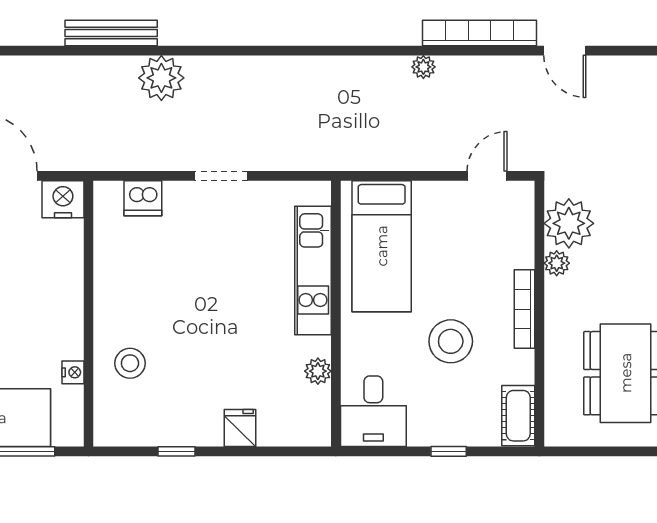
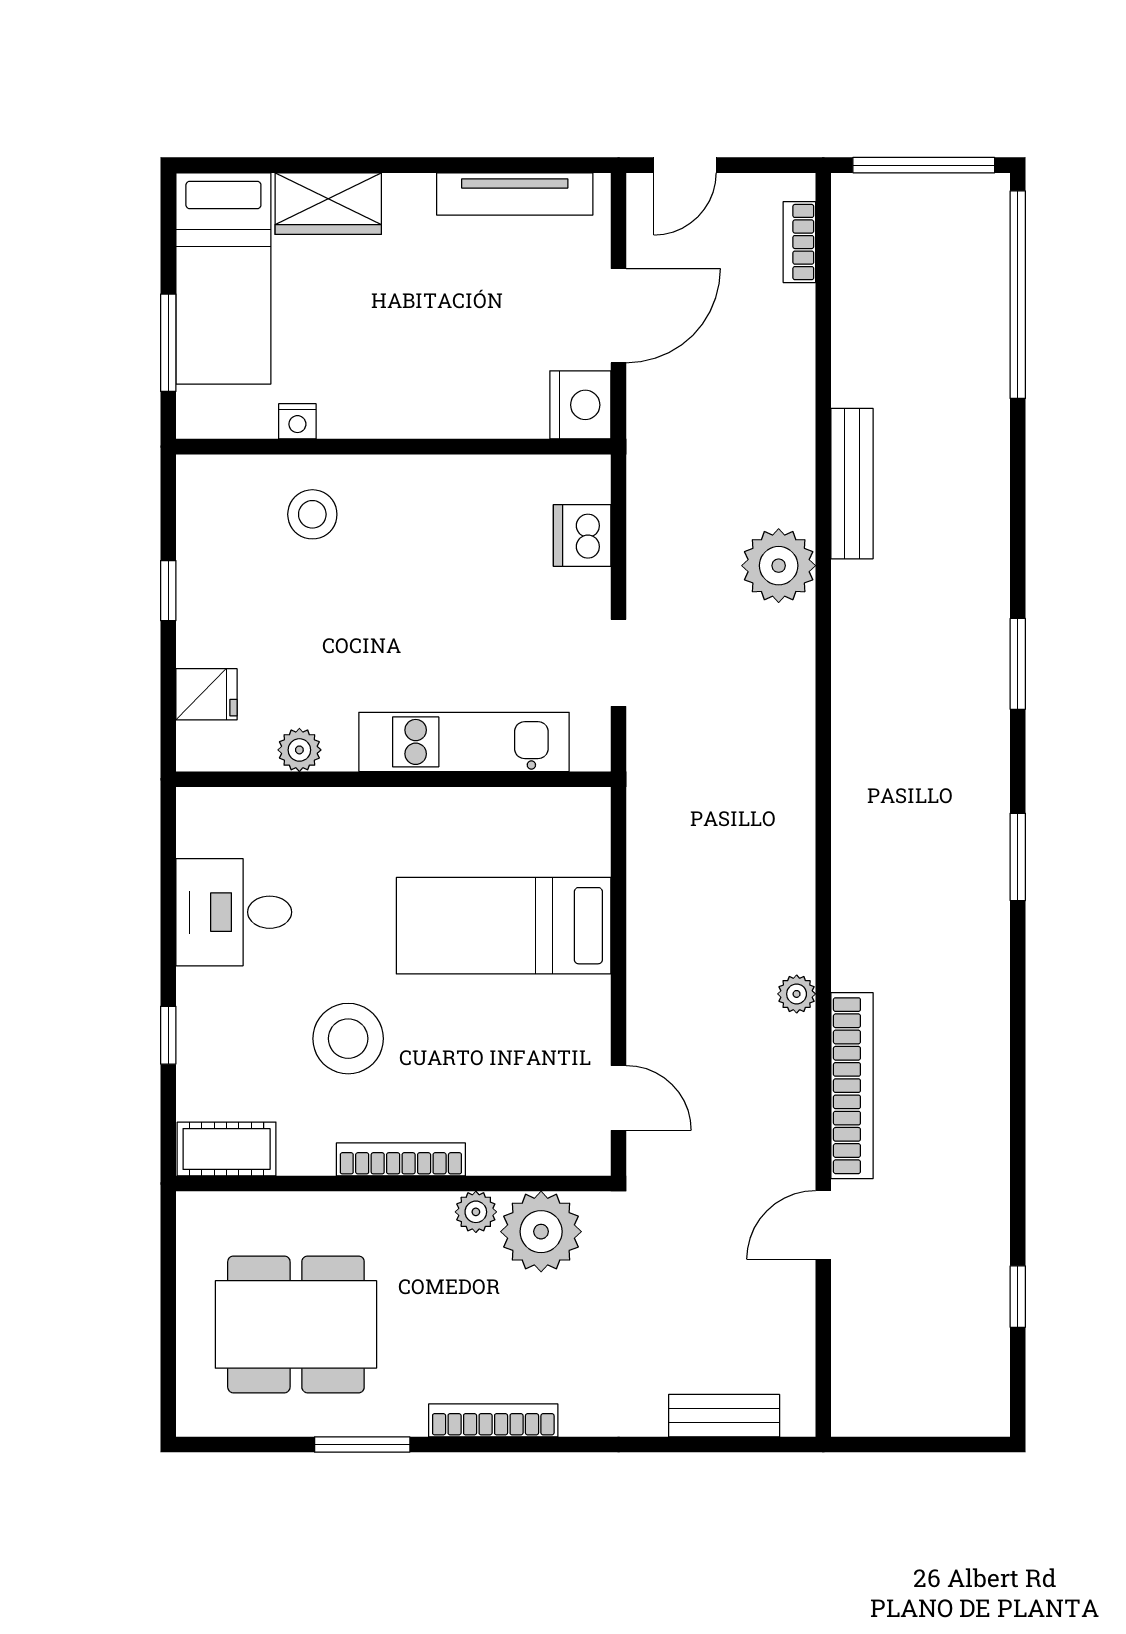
kitchen unit: (313, 270) -> (464, 742), moved
wall: (336, 314) -> (393, 779), moved
plant: (318, 371) -> (299, 750), moved

